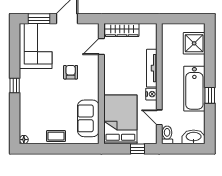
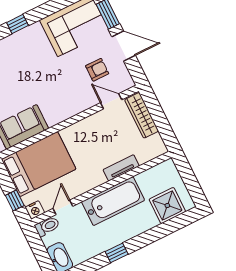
tv unit: (152, 68) -> (121, 168), width x0.71
armchair: (71, 72) -> (97, 70), moved
bathtub: (194, 89) -> (113, 201), moved, turned 180
nightstand: (151, 94) -> (35, 210), moved

